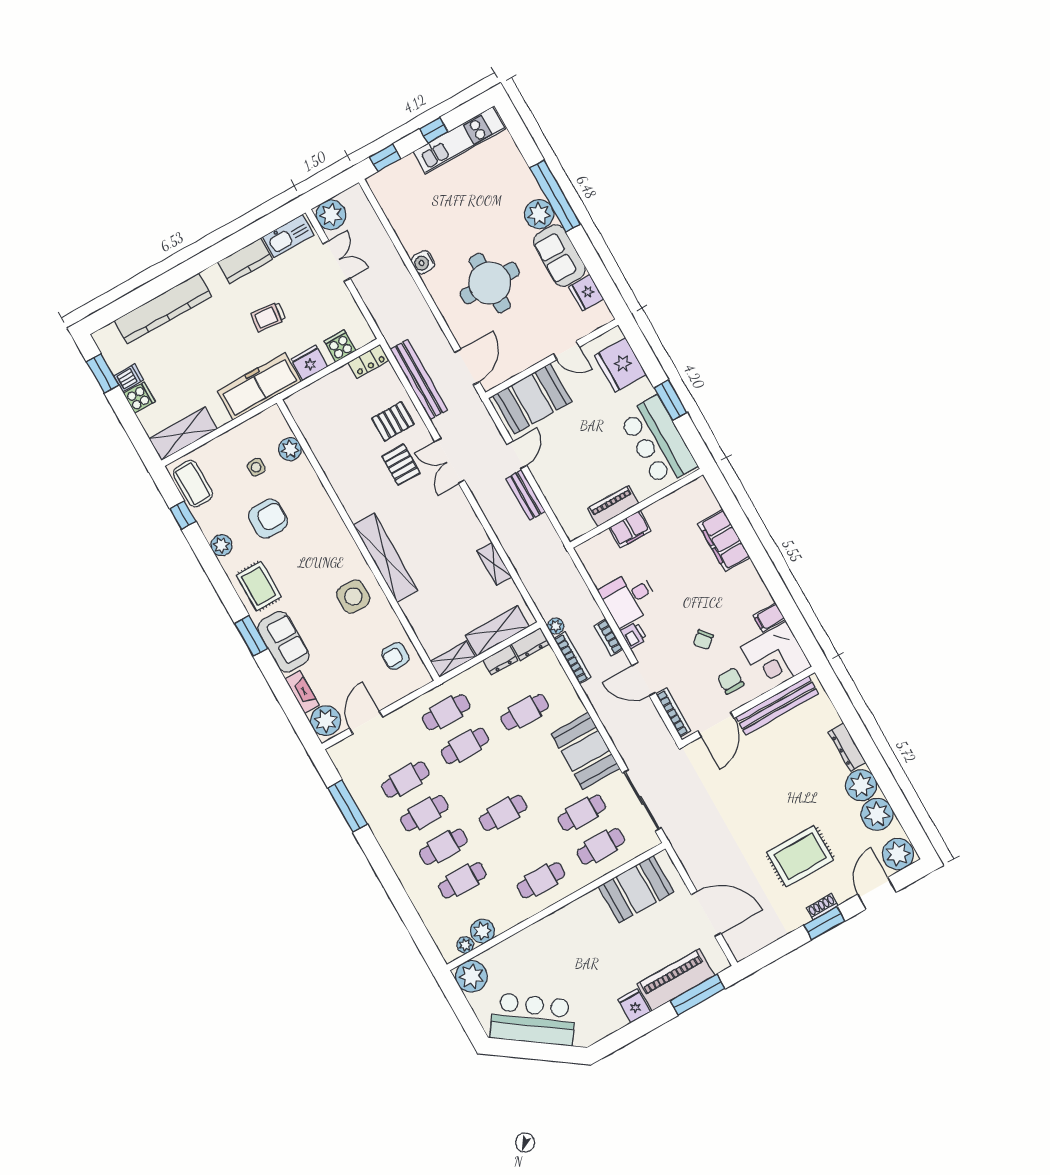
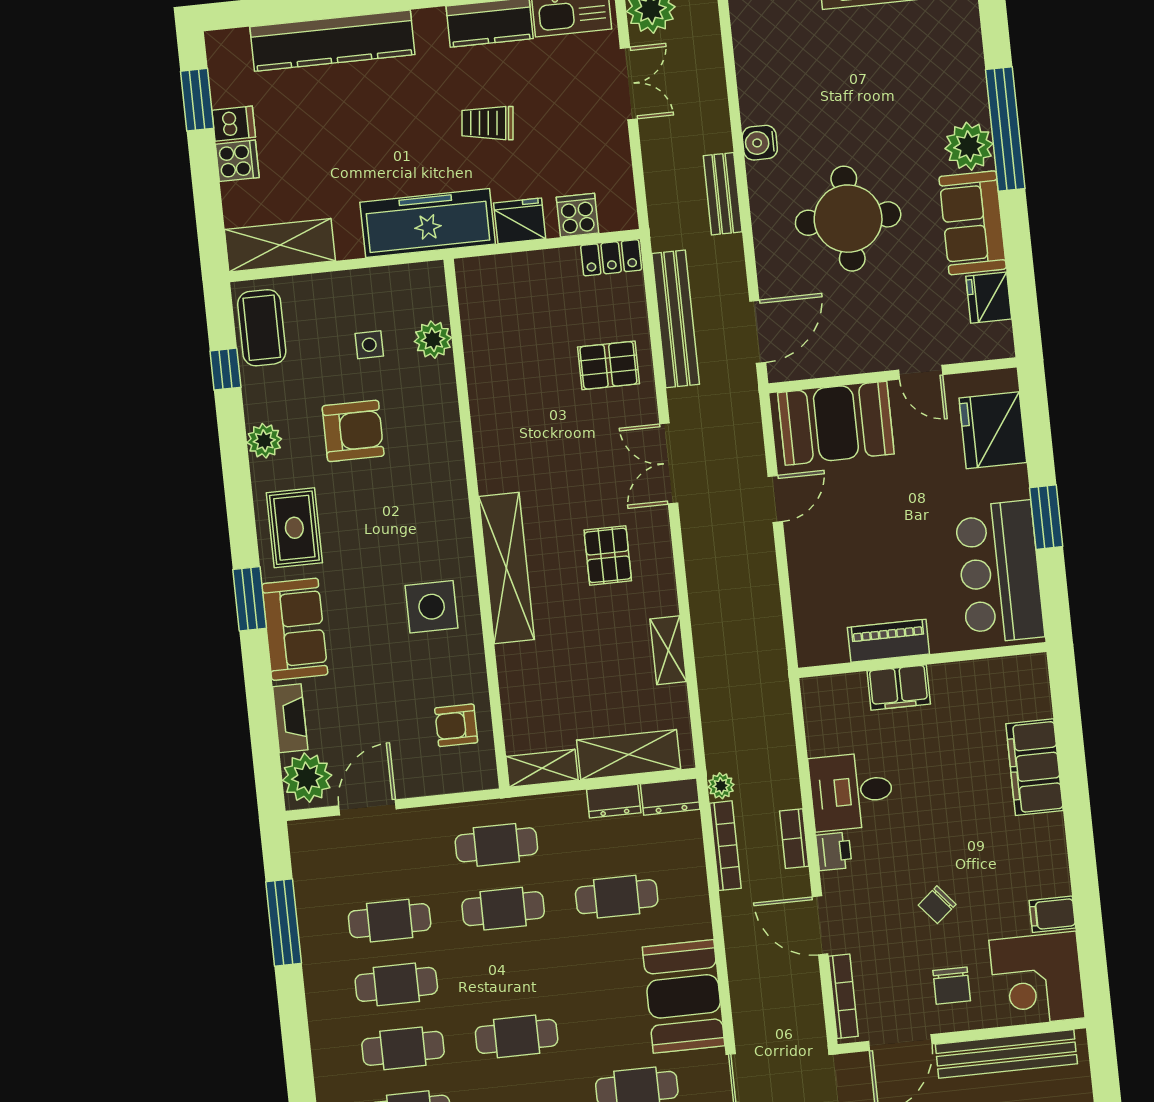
pallet: (401, 465) -> (608, 555), moved
bench: (525, 495) -> (723, 194), moved
chair: (731, 681) -> (952, 986), turned 180

